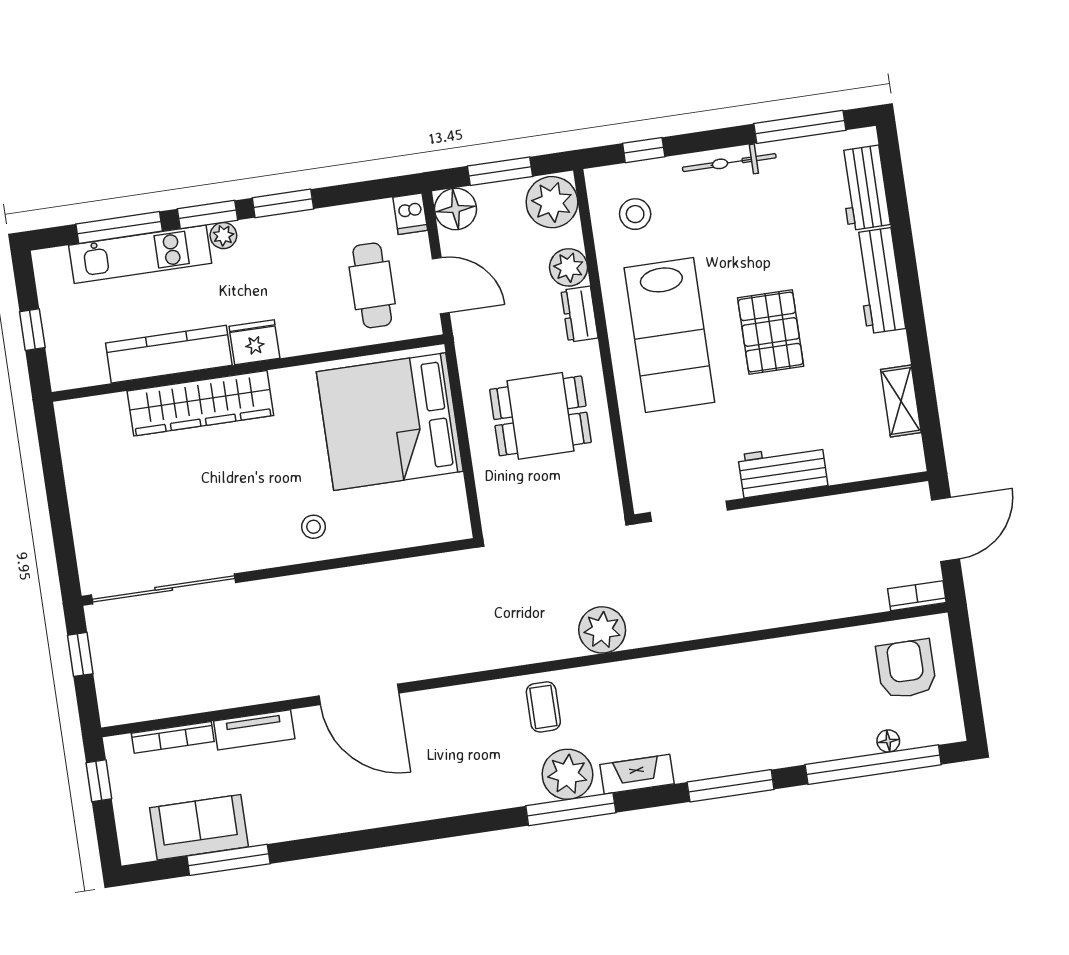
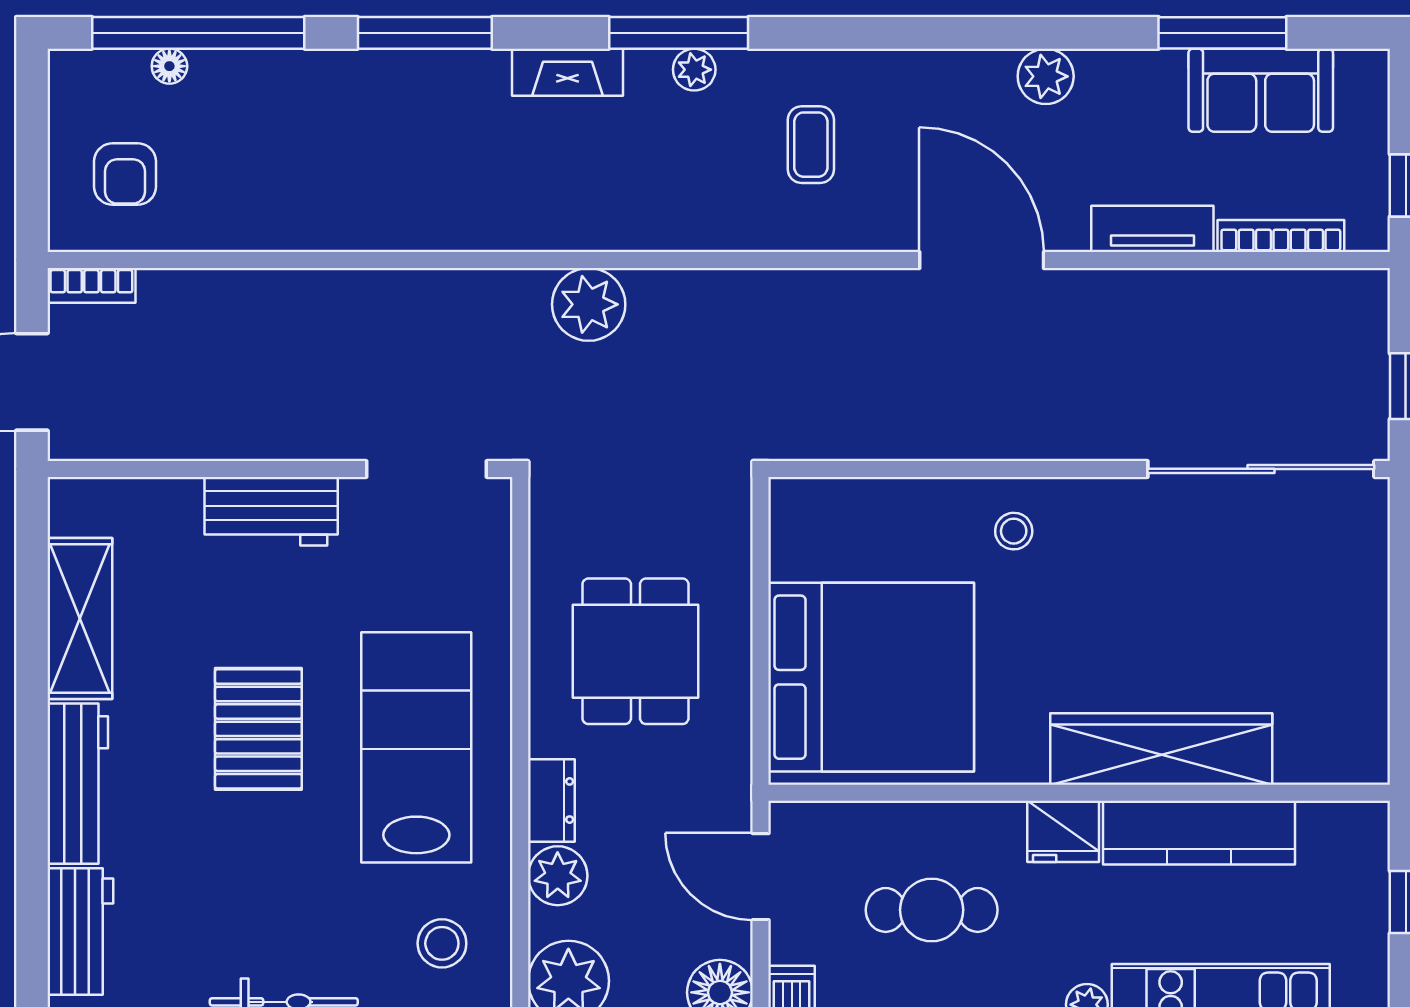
cafe table: (372, 285) -> (932, 910), moved, turned 90
shelving: (901, 401) -> (80, 619), width x1.50, depth x1.33
dining table: (540, 416) -> (635, 651), turned 90
armchair: (906, 669) -> (125, 174), width x0.72, depth x0.72
coffee table: (543, 707) -> (811, 145), moved
plant: (567, 774) -> (694, 70), width x0.53, depth x0.53
plant: (336, 816) -> (1046, 76), added

